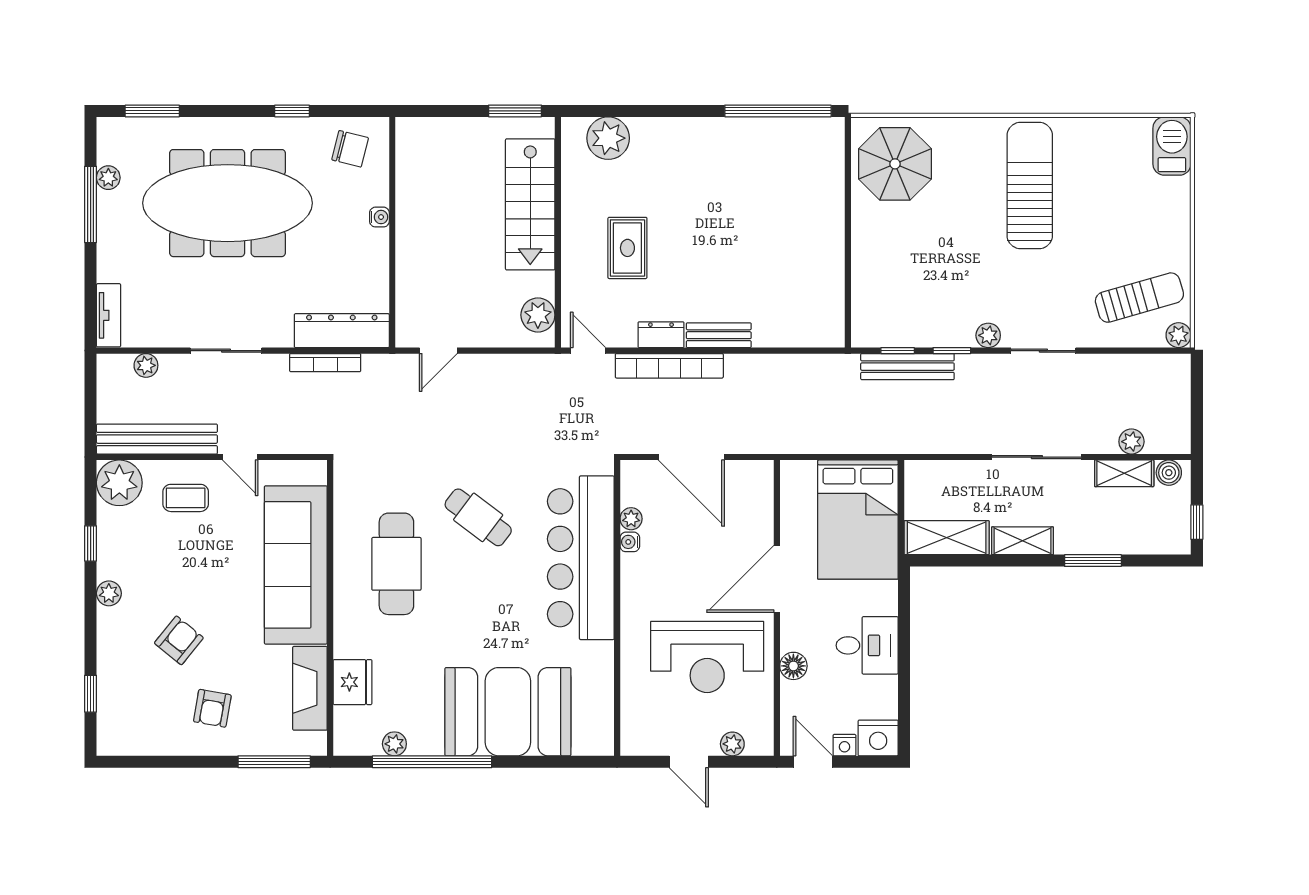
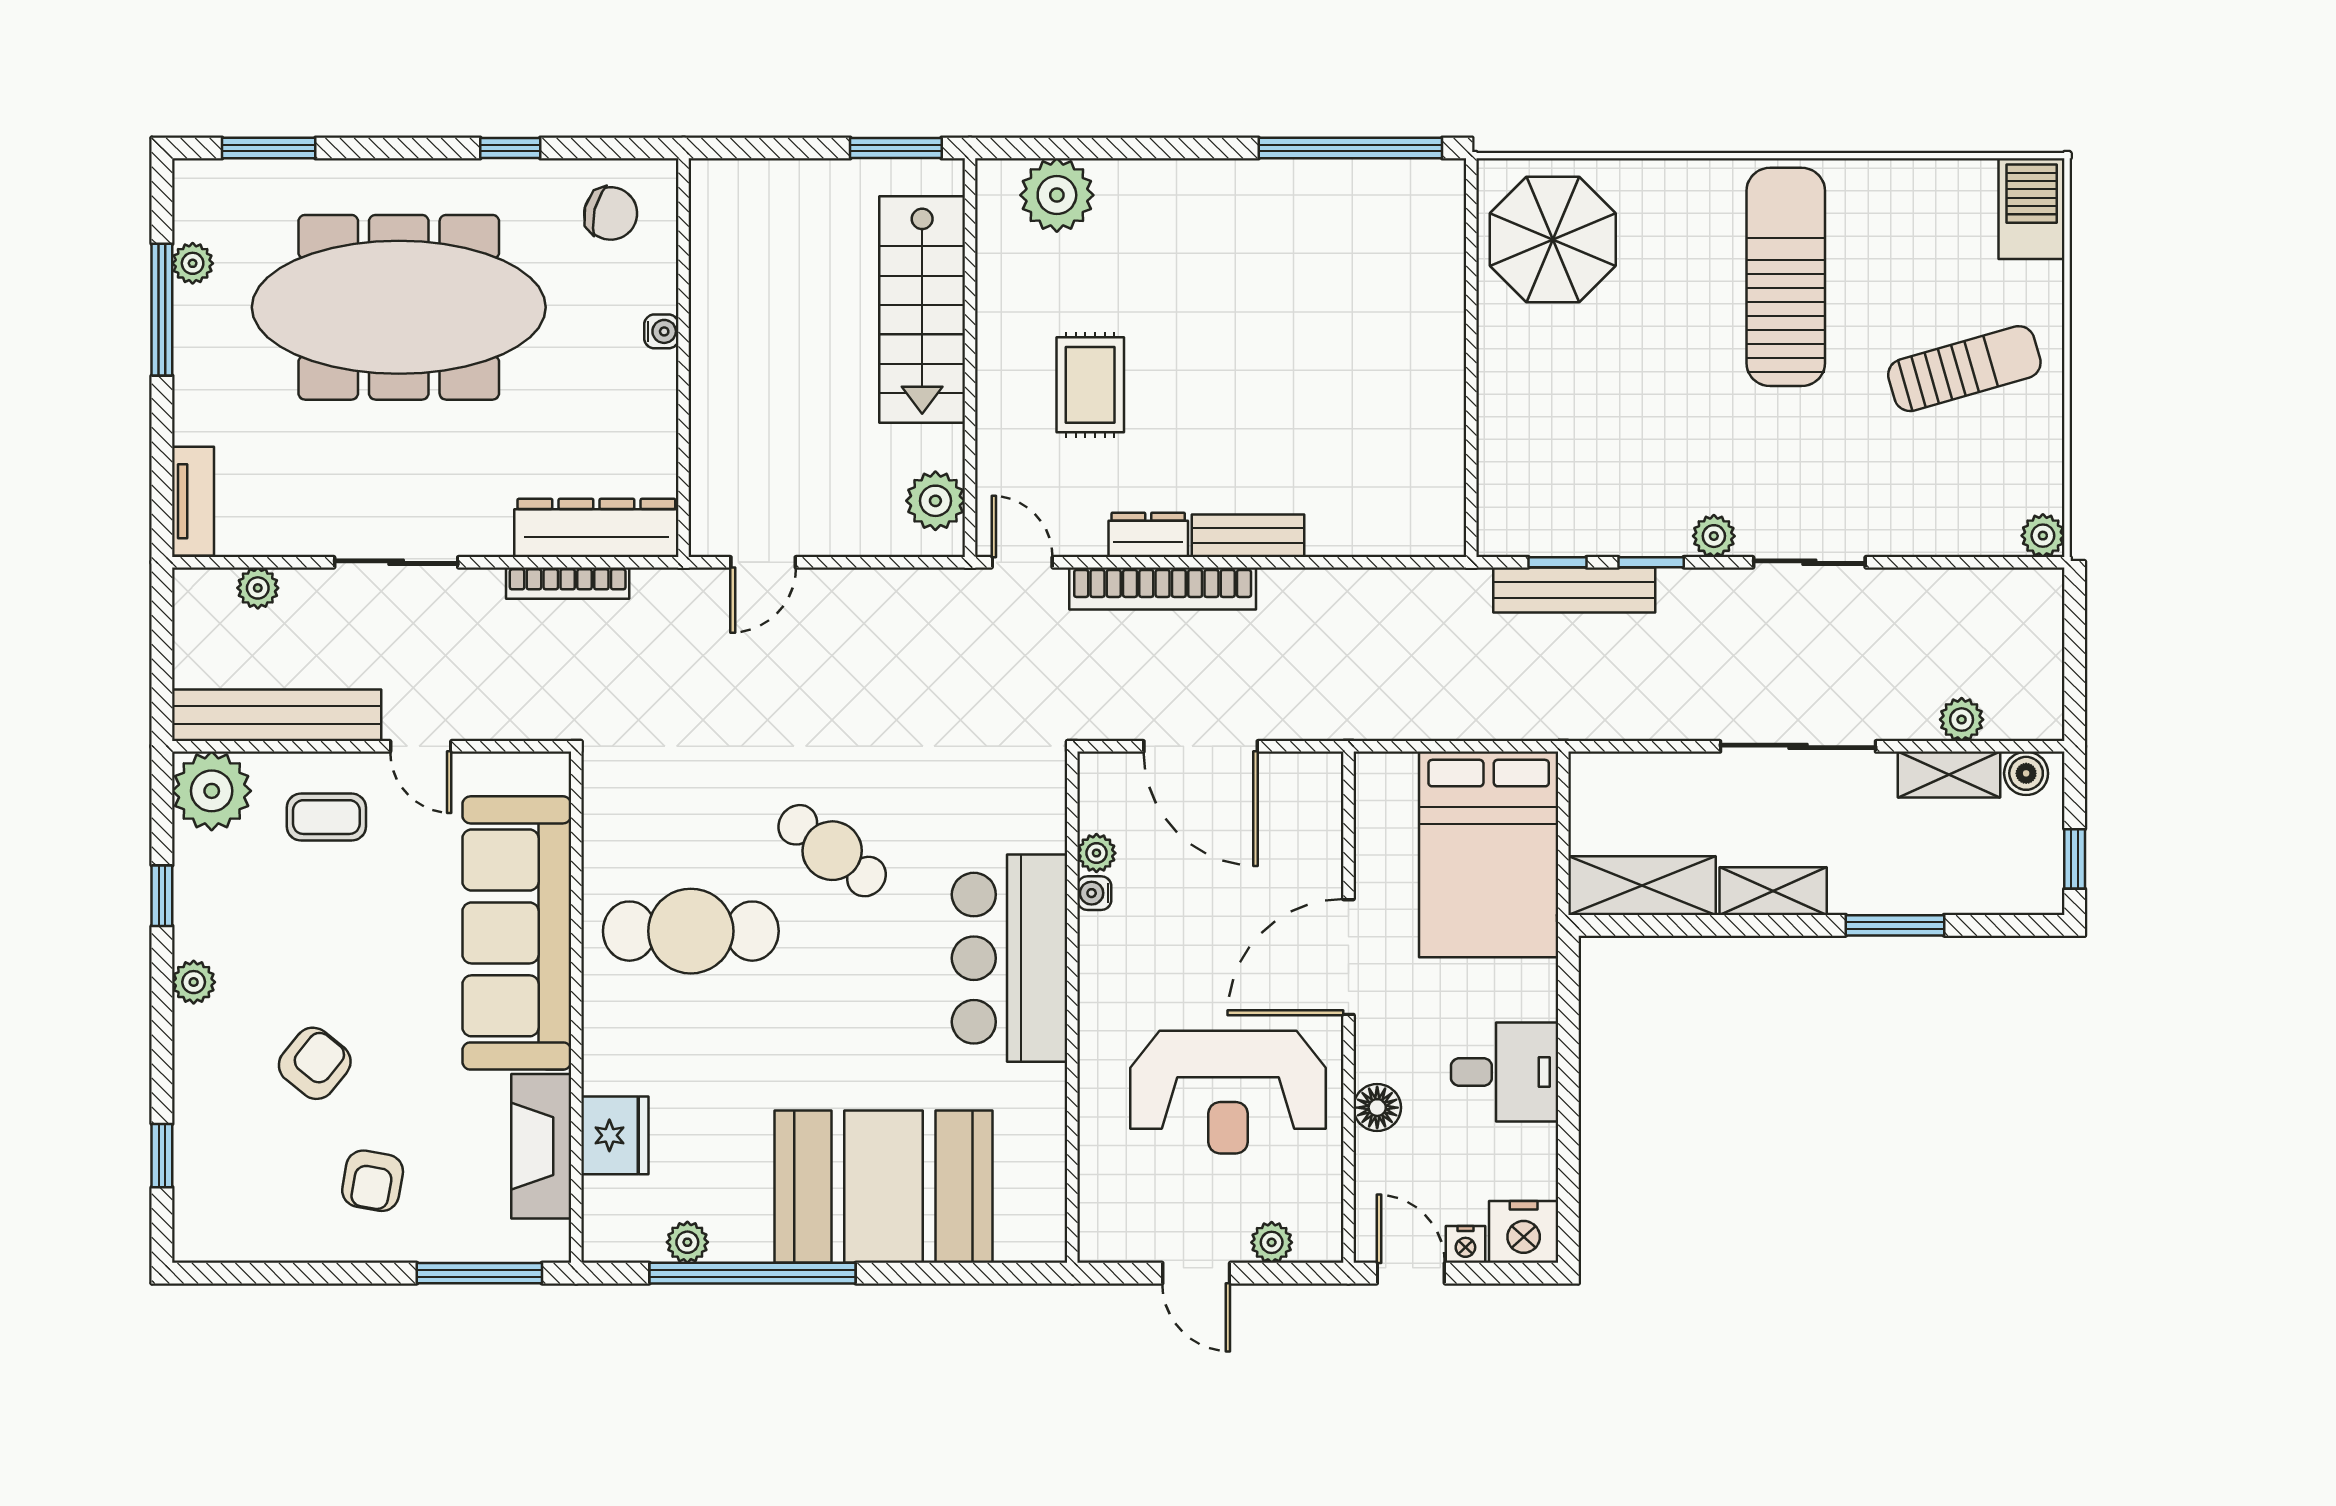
sun lounger: (1139, 298) -> (1964, 369), moved
bar counter: (581, 558) -> (1010, 958), width x0.73
cafe table: (396, 564) -> (691, 931), turned 90

